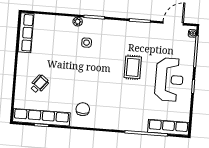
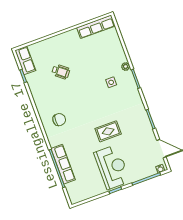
reception desk: (169, 79) -> (112, 167), turned -90
wheelchair: (39, 84) -> (61, 72), moved
chair: (83, 109) -> (59, 120), moved
row of seats: (41, 117) -> (25, 60), width x0.50
row of seats: (168, 127) -> (63, 164), moved

